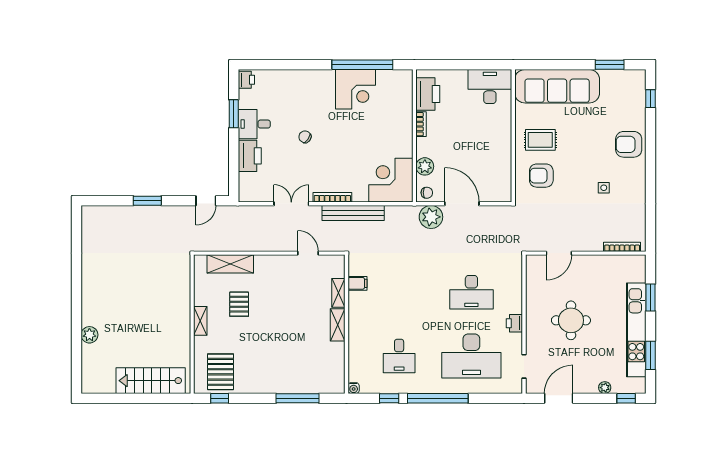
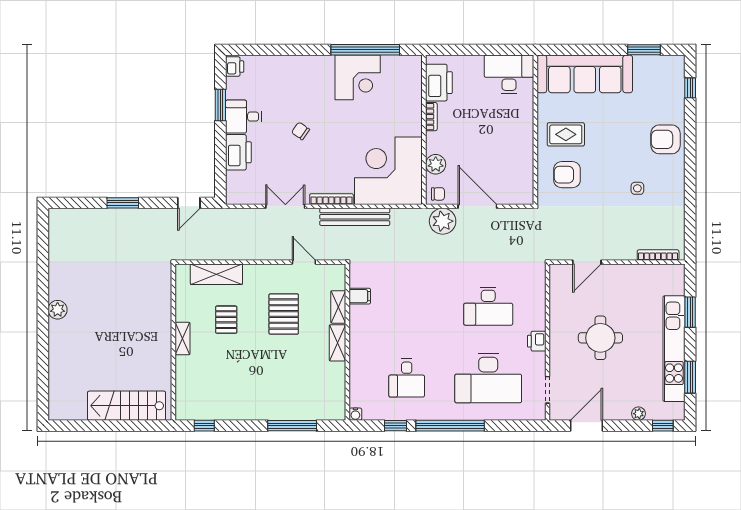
corner desk: (391, 180) -> (388, 171), width x1.36, depth x1.36
plant: (89, 335) -> (58, 310), moved
pallet: (221, 372) -> (284, 314), moved

